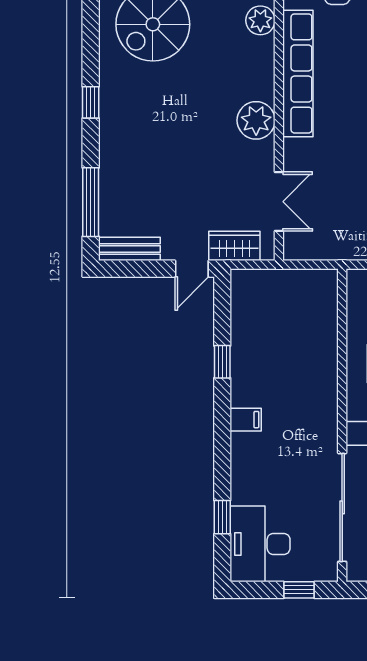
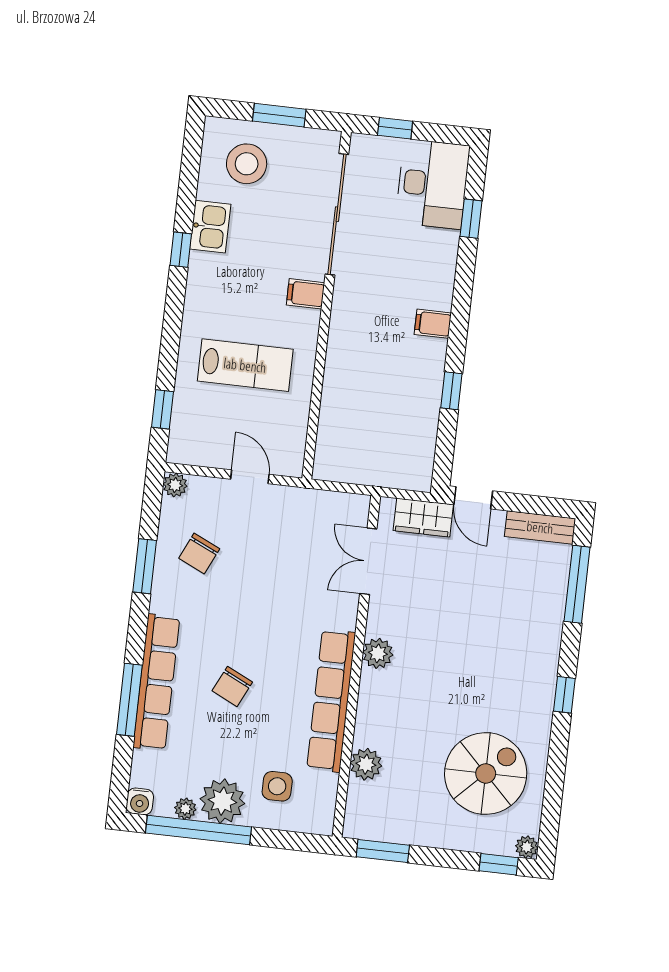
plant: (256, 120) -> (378, 653), width x0.73, depth x0.73
door: (192, 269) -> (473, 498), swing flipped

